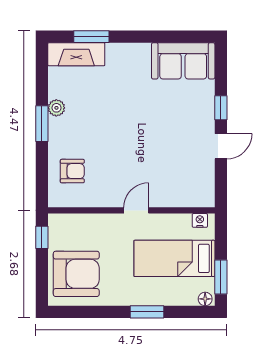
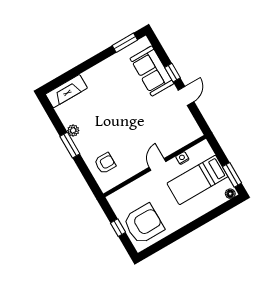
window: (91, 37) -> (125, 43), moved
sofa: (183, 61) -> (152, 71), moved, turned 90
nightstand: (200, 220) -> (182, 158), moved
window: (42, 237) -> (118, 228), moved
window: (147, 312) -> (200, 222), removed

